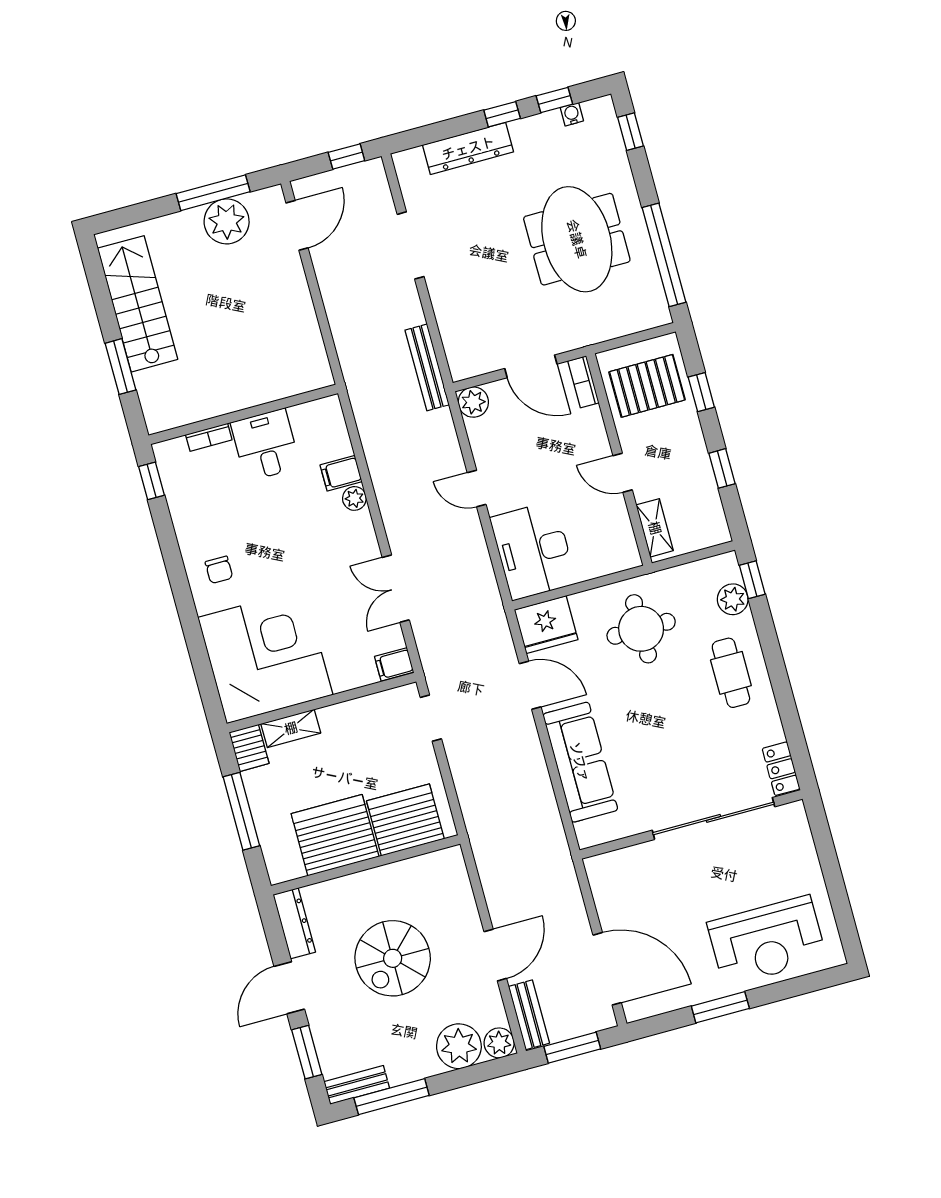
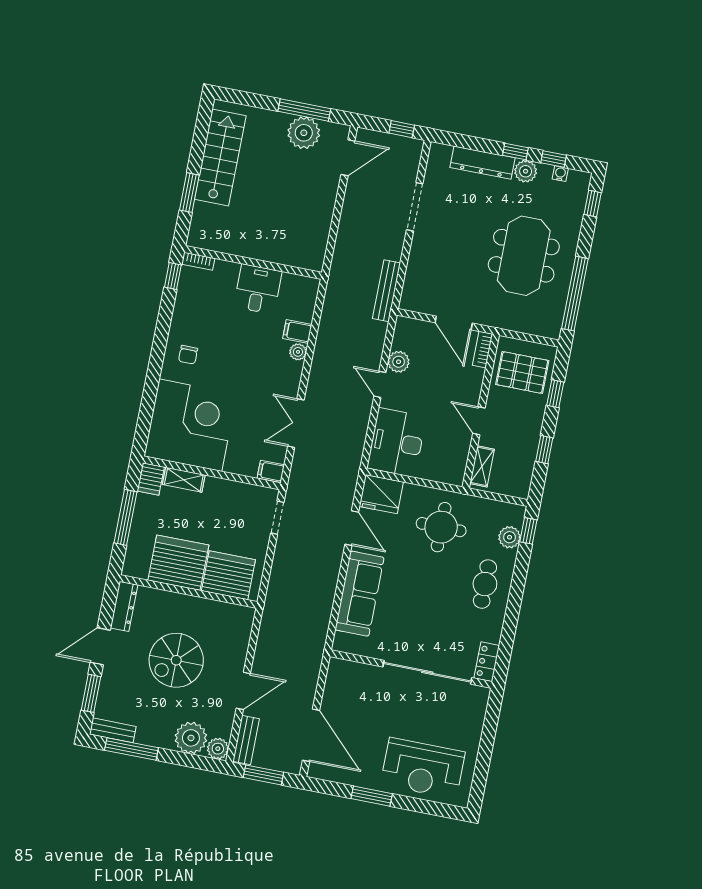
plant: (527, 133) -> (526, 171), added
plant: (473, 402) -> (399, 362), moved
bookcase: (209, 437) -> (198, 261), moved

